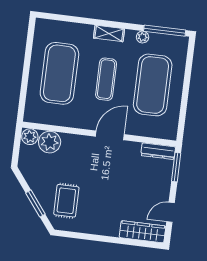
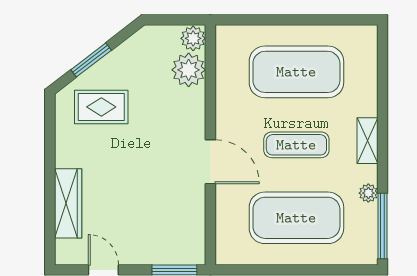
dresser: (158, 151) -> (195, 239), removed
wardrobe: (142, 232) -> (68, 203), moved

